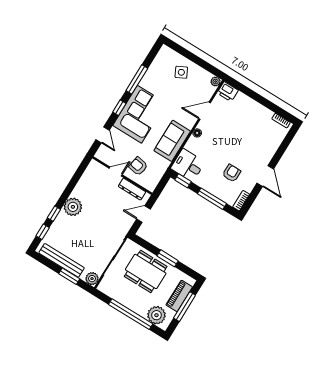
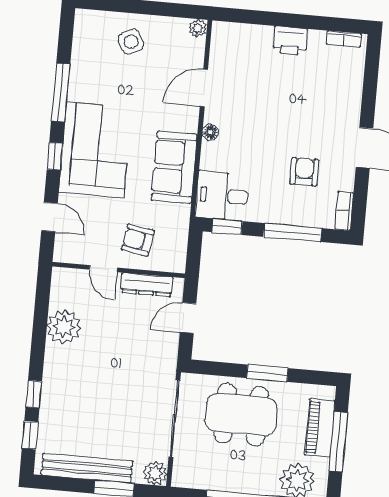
printer: (228, 92) -> (290, 41), moved
door: (116, 171) -> (103, 269), swing flipped
plant: (73, 207) -> (64, 327), moved

